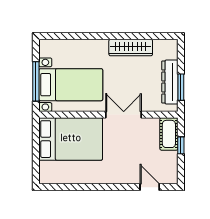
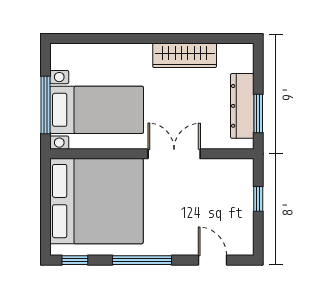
cot: (169, 134) -> (241, 182), removed
bed: (71, 139) -> (96, 201), width x1.36
window: (56, 187) -> (75, 260), added
window: (102, 187) -> (142, 260), added

